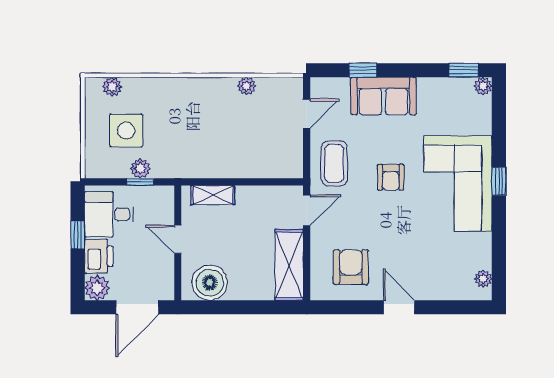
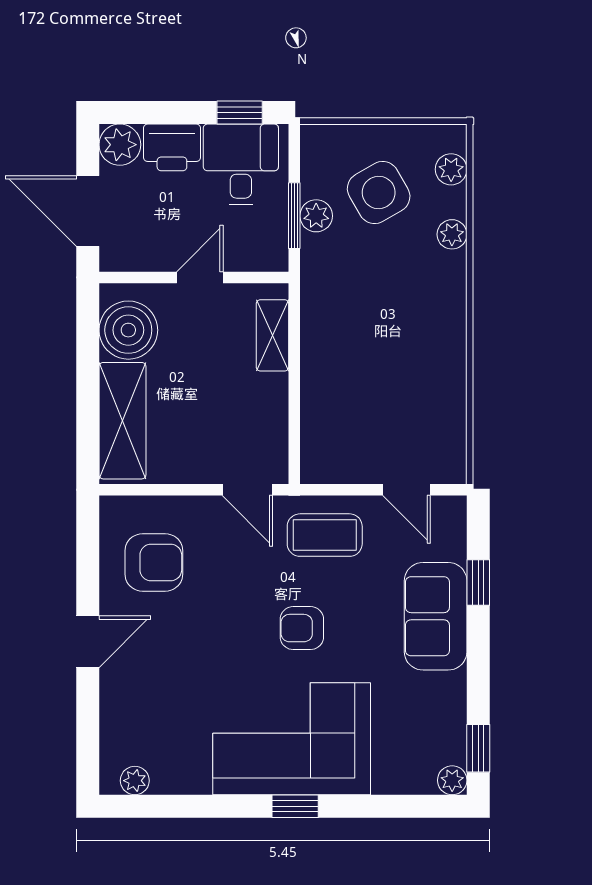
plant: (247, 86) -> (452, 234), moved
side table: (126, 131) -> (379, 192), turned -30
window: (140, 182) -> (294, 216), width x1.50
window: (78, 235) -> (240, 113), moved
shelving: (289, 265) -> (122, 421), moved, turned 90

